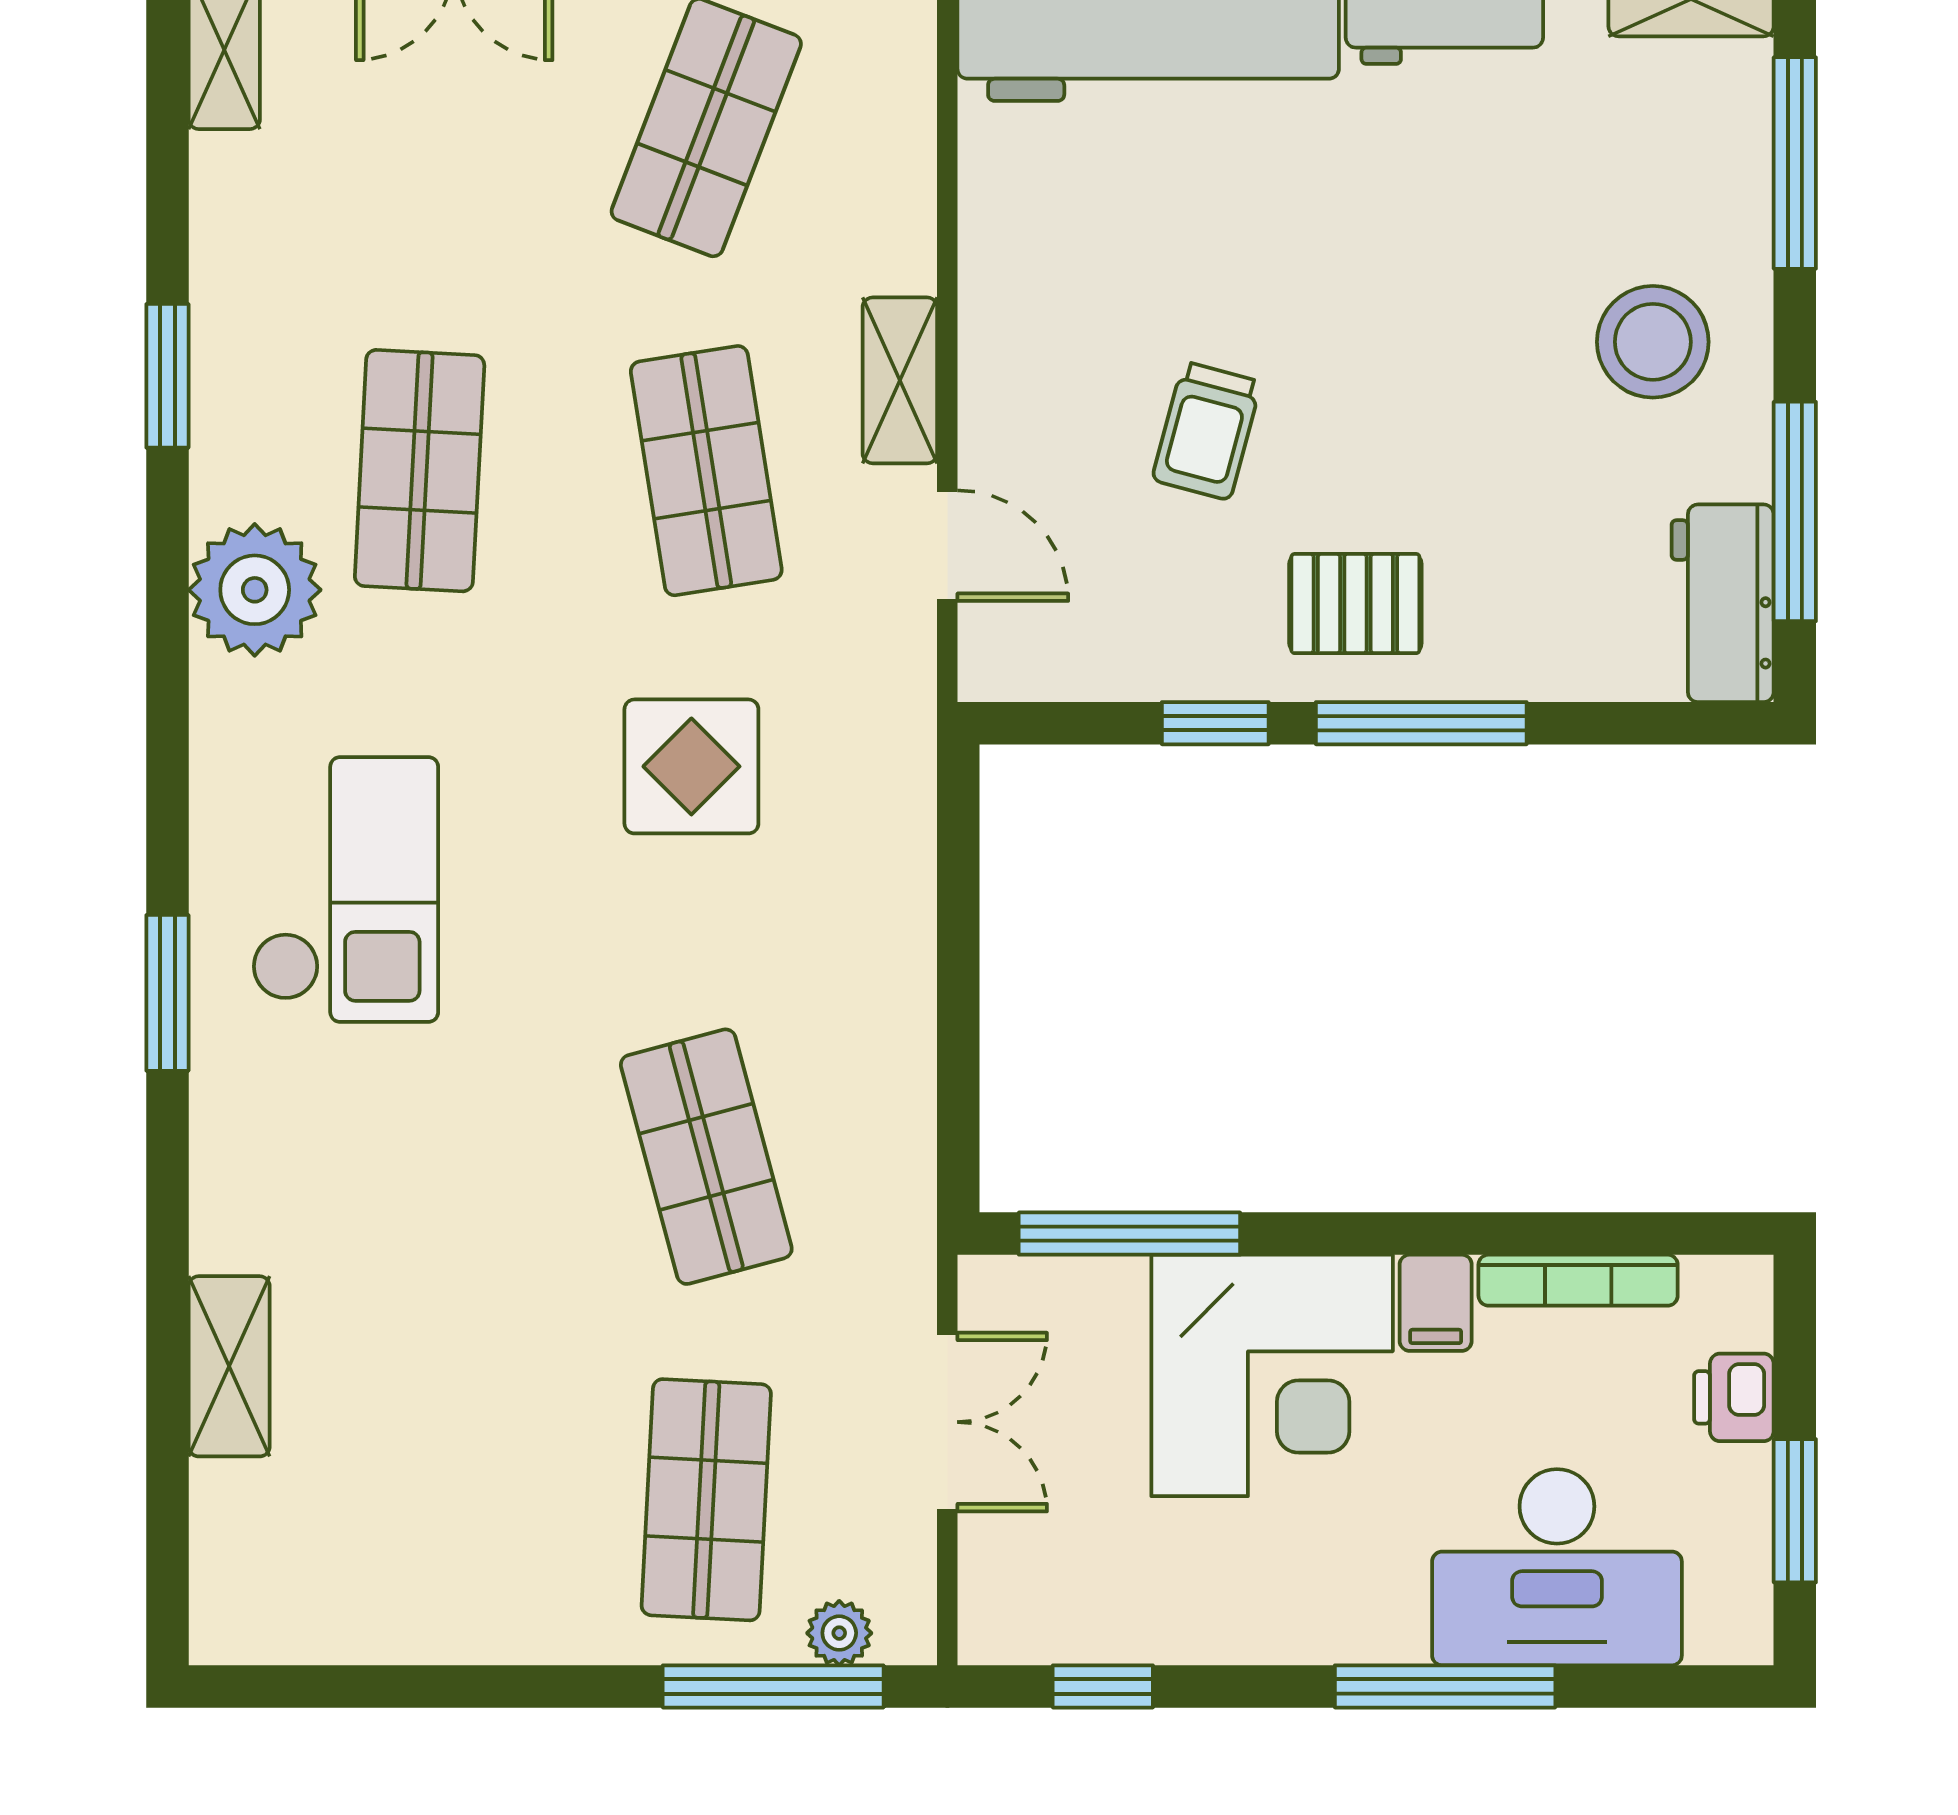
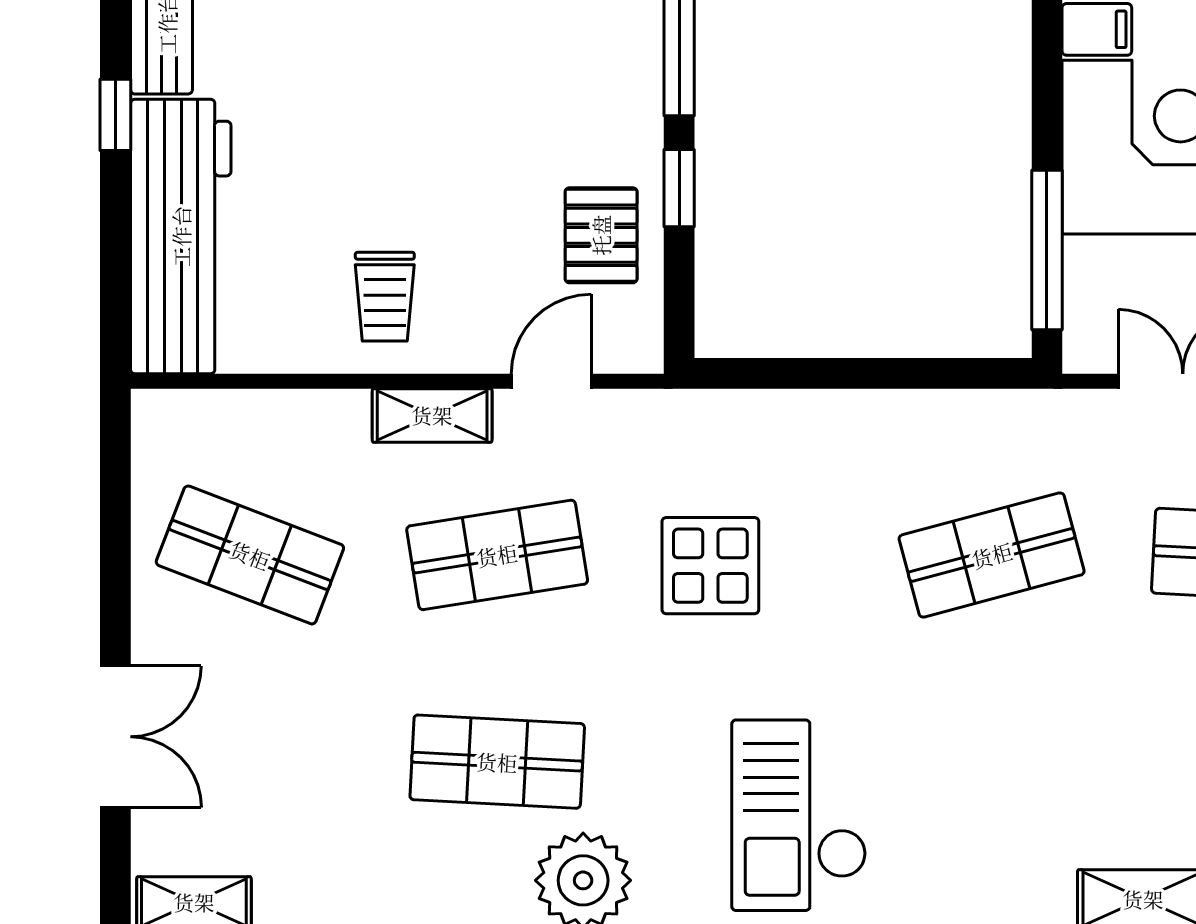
trolley: (1207, 431) -> (385, 297), moved, turned 75
pallet: (1355, 604) -> (601, 235), moved
checkout: (345, 889) -> (799, 815), turned -90

